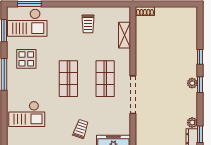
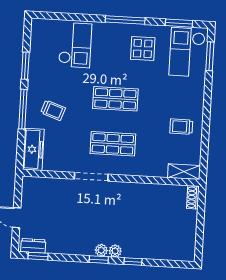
shelving: (124, 35) -> (184, 172), moved
doorway: (133, 95) -> (91, 177), width x0.73
checkout: (27, 114) -> (75, 45), turned 180
plant: (192, 123) -> (115, 251), moved

